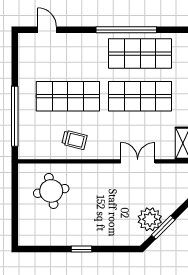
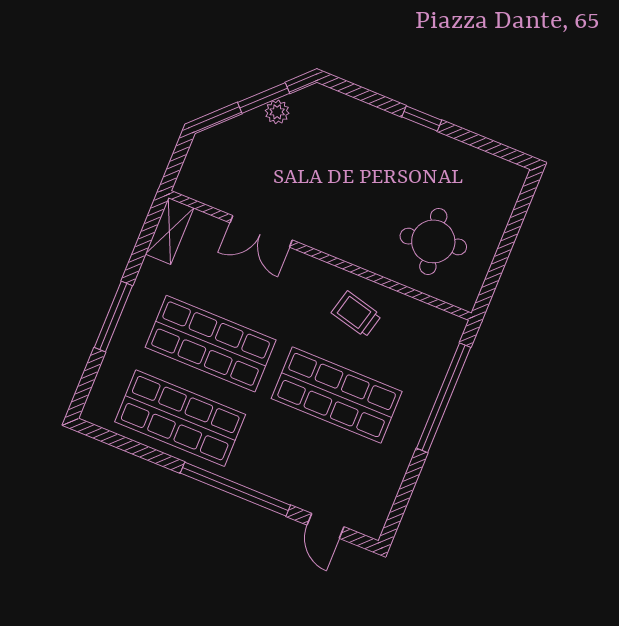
window: (126, 30) -> (235, 489), moved
plant: (150, 219) -> (277, 112), width x0.53, depth x0.53

